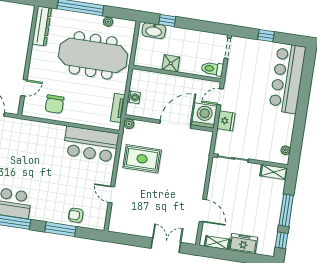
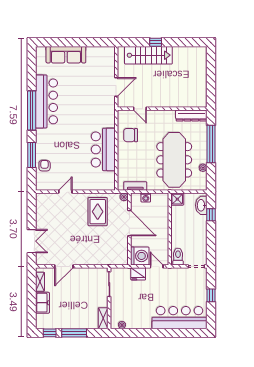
shower: (171, 63) -> (177, 199), moved
door: (175, 124) -> (129, 223), moved
bar counter: (91, 144) -> (103, 149), moved

